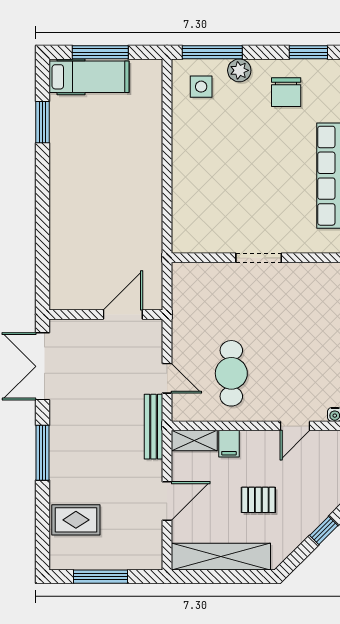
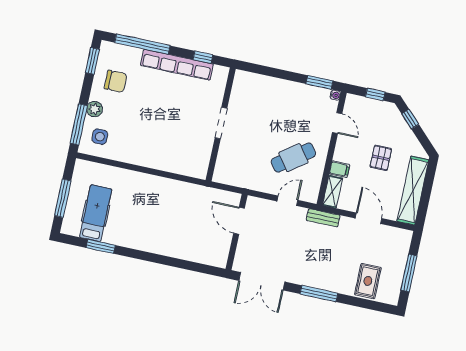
hospital bed: (89, 77) -> (96, 213), moved
cafe table: (231, 373) -> (293, 158), turned -36
bench: (154, 427) -> (323, 218), width x0.73

